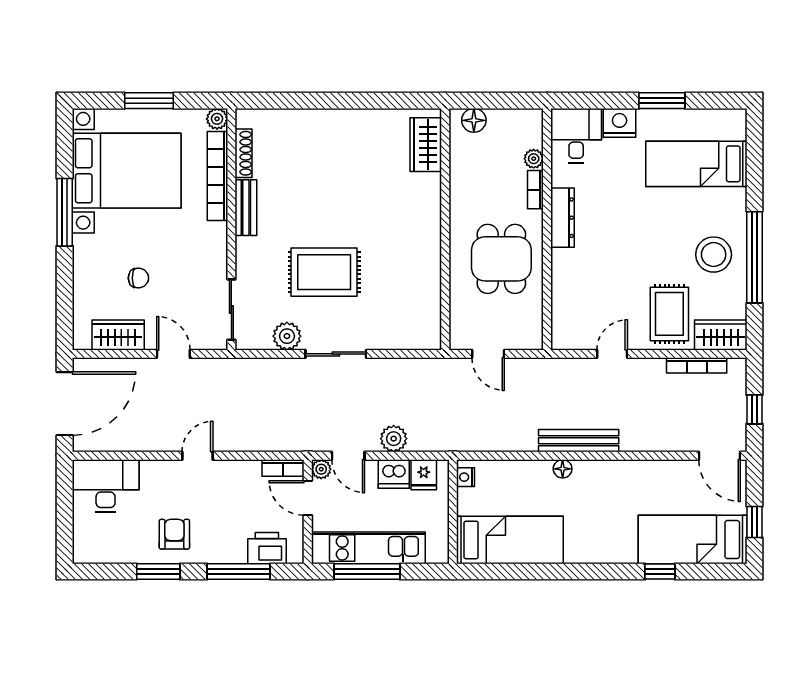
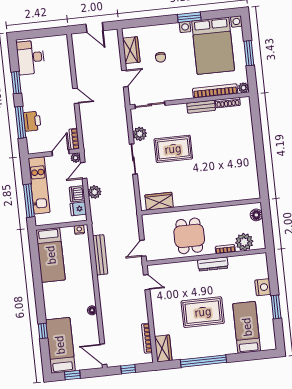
desk: (576, 135) -> (254, 266), removed
wardrobe: (426, 145) -> (159, 201), moved
plant: (534, 159) -> (244, 242), width x1.87, depth x1.87
window: (65, 212) -> (189, 17), width x0.69
stool: (714, 255) -> (203, 341), removed
dining table: (501, 259) -> (189, 236), turned 90
rug: (324, 272) -> (173, 149), turned 90
rug: (669, 314) -> (203, 312), moved, width x1.36, depth x1.43
door: (488, 354) -> (143, 248), moved
door: (612, 354) -> (147, 282), moved
door: (65, 404) -> (95, 27), width x0.53
bench: (579, 441) -> (100, 255), moved
door: (720, 456) -> (103, 354), hinge flipped
floor lamp: (563, 469) -> (92, 310), moved
desk: (106, 486) -> (31, 57), moved, turned 180
armchair: (174, 534) -> (36, 89), removed
printer: (267, 548) -> (32, 121), moved
window: (367, 572) -> (29, 201), moved

